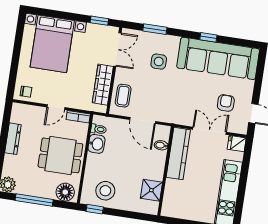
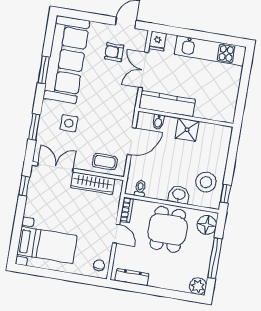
window: (208, 37) -> (44, 70), width x1.50
bed with nightstands: (52, 44) -> (47, 245), width x0.73
dresser: (13, 139) -> (132, 277), moved
washbasin: (96, 144) -> (179, 195), moved
shower: (151, 190) -> (187, 130), moved

